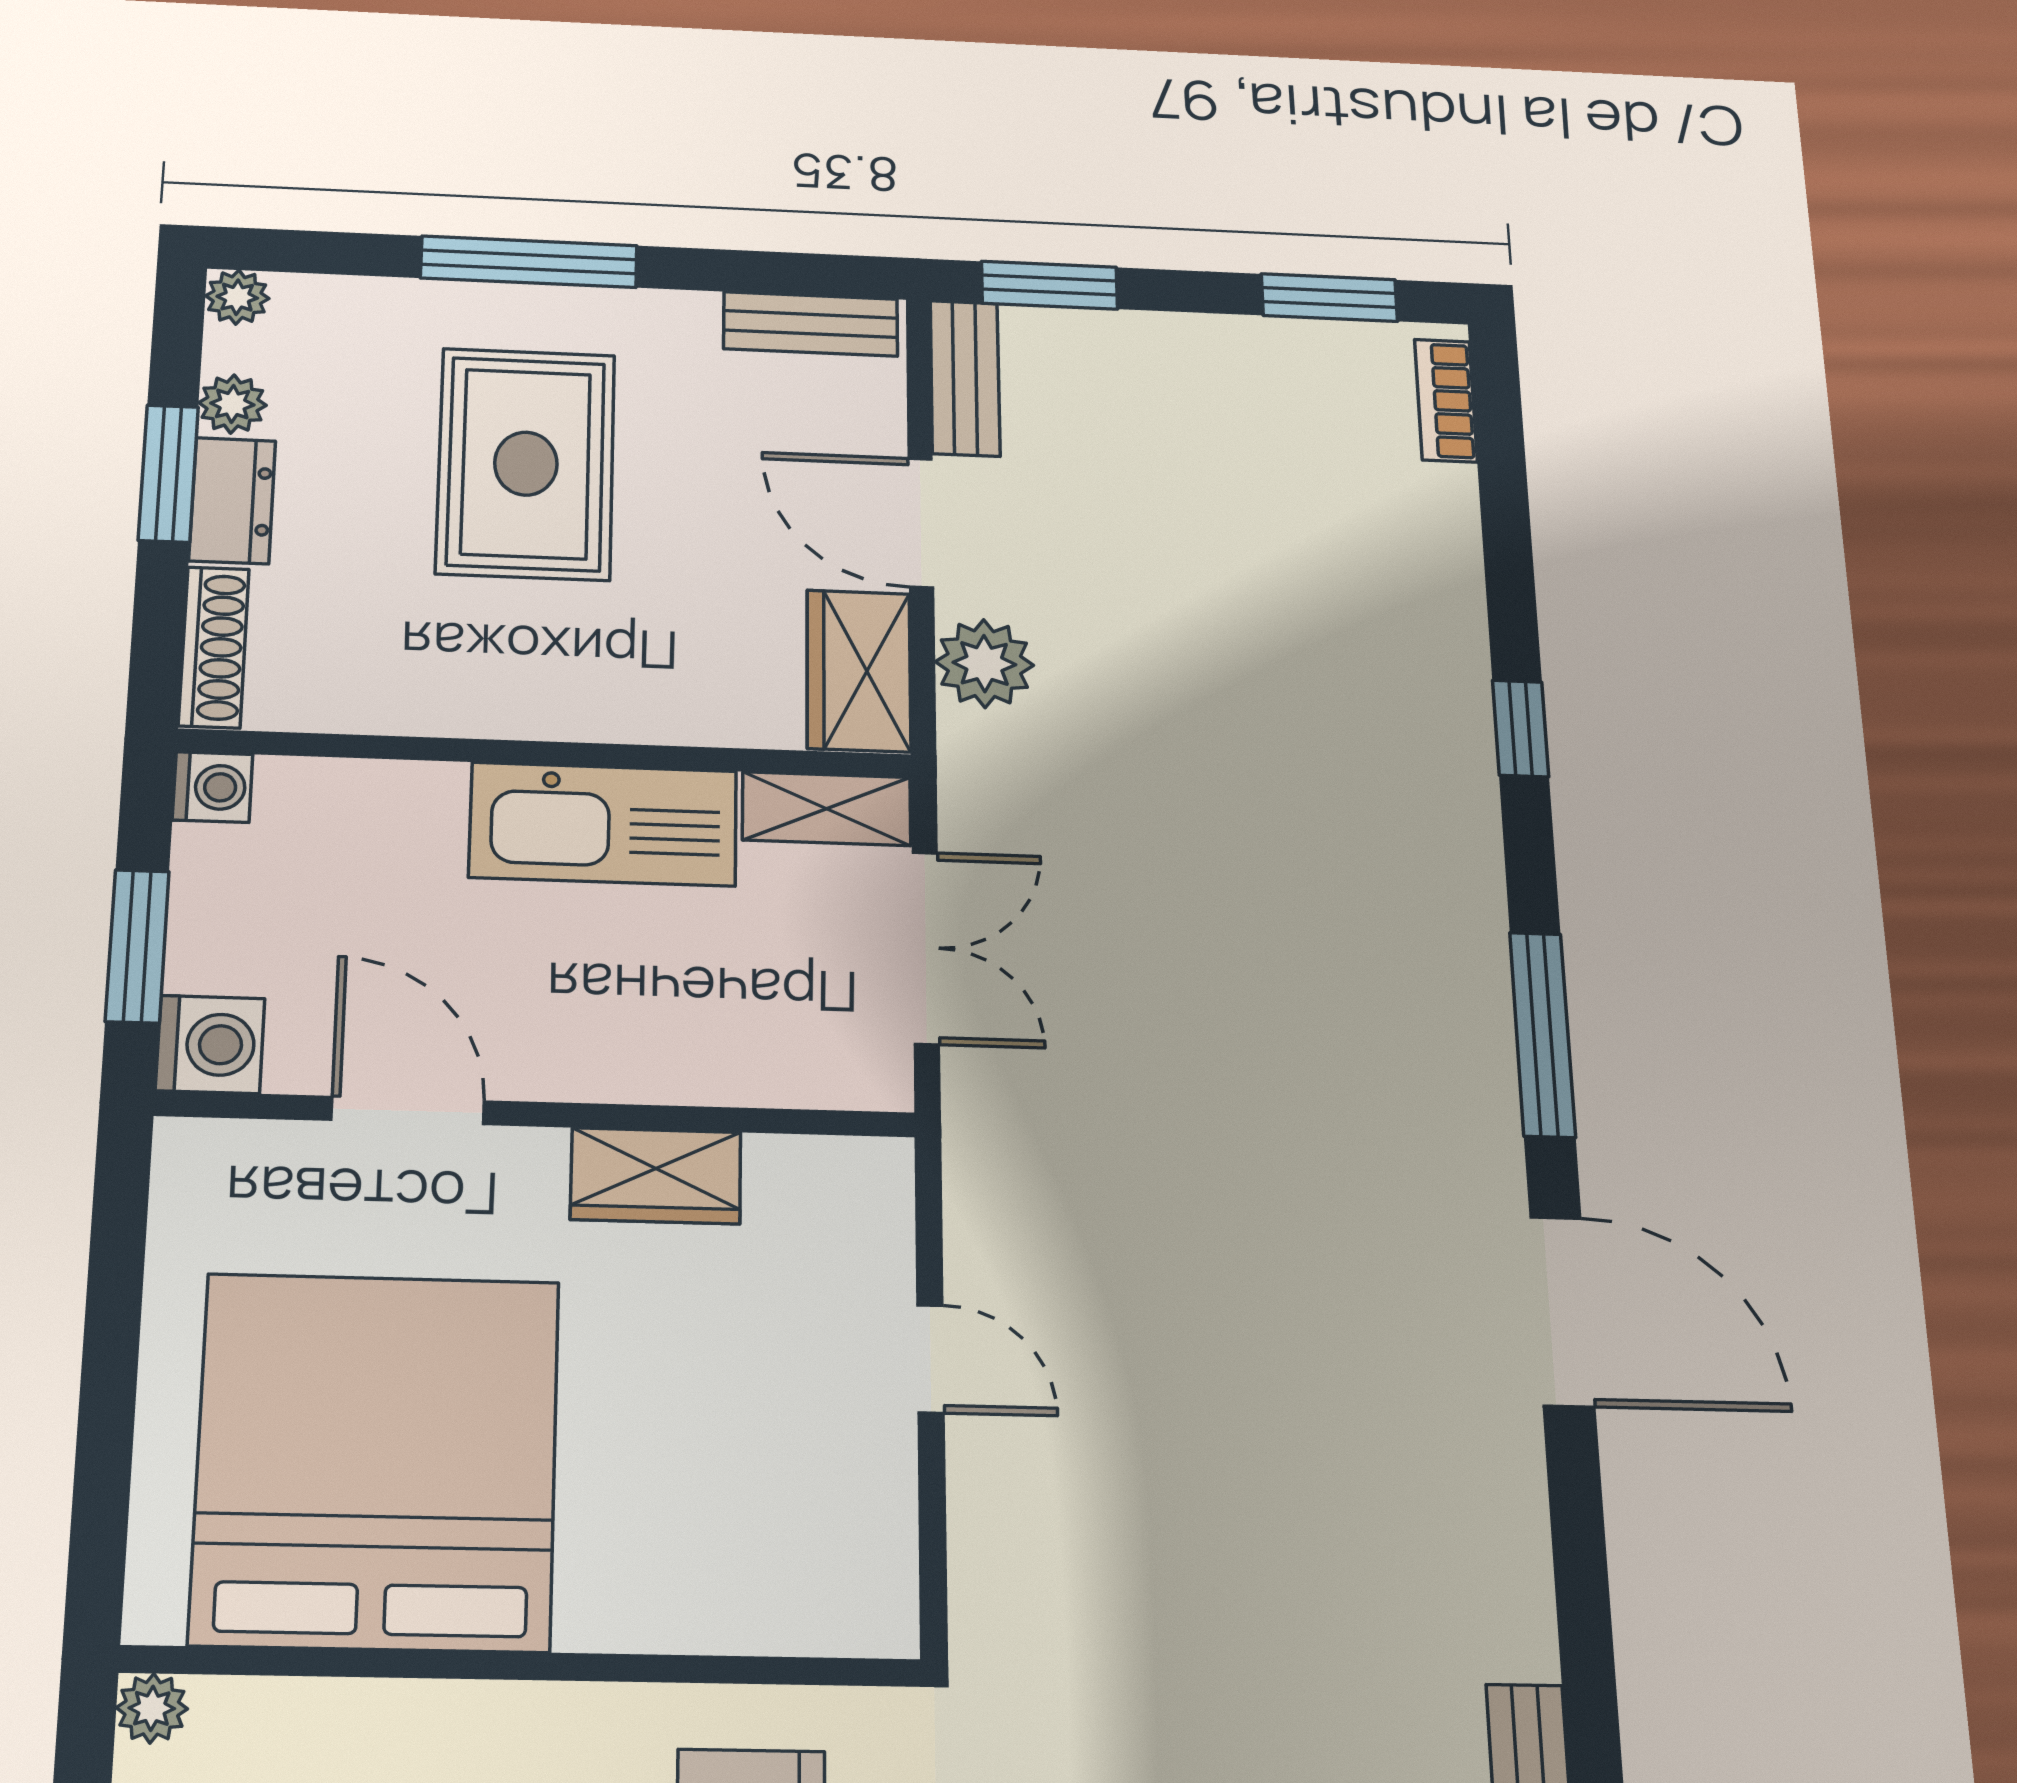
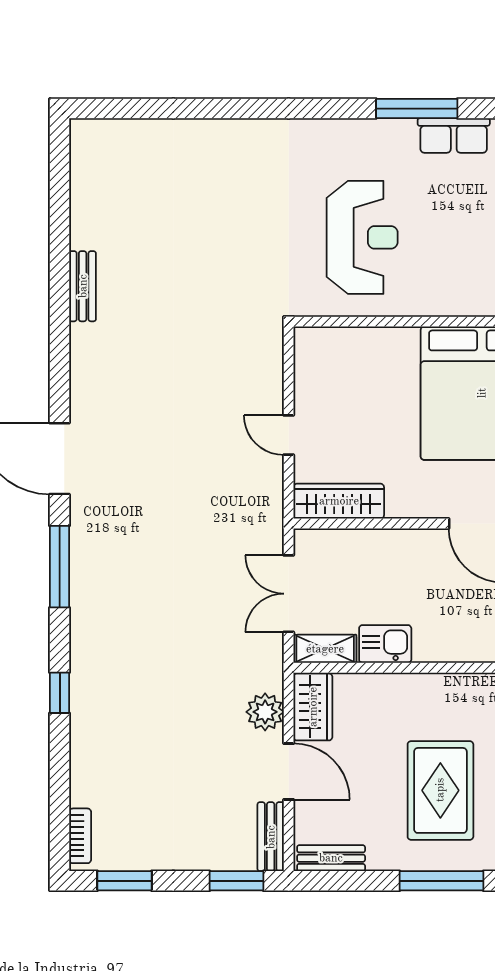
kitchen sink: (603, 824) -> (385, 644), width x0.53, depth x0.81
wardrobe: (656, 1176) -> (339, 501), moved, width x1.50

